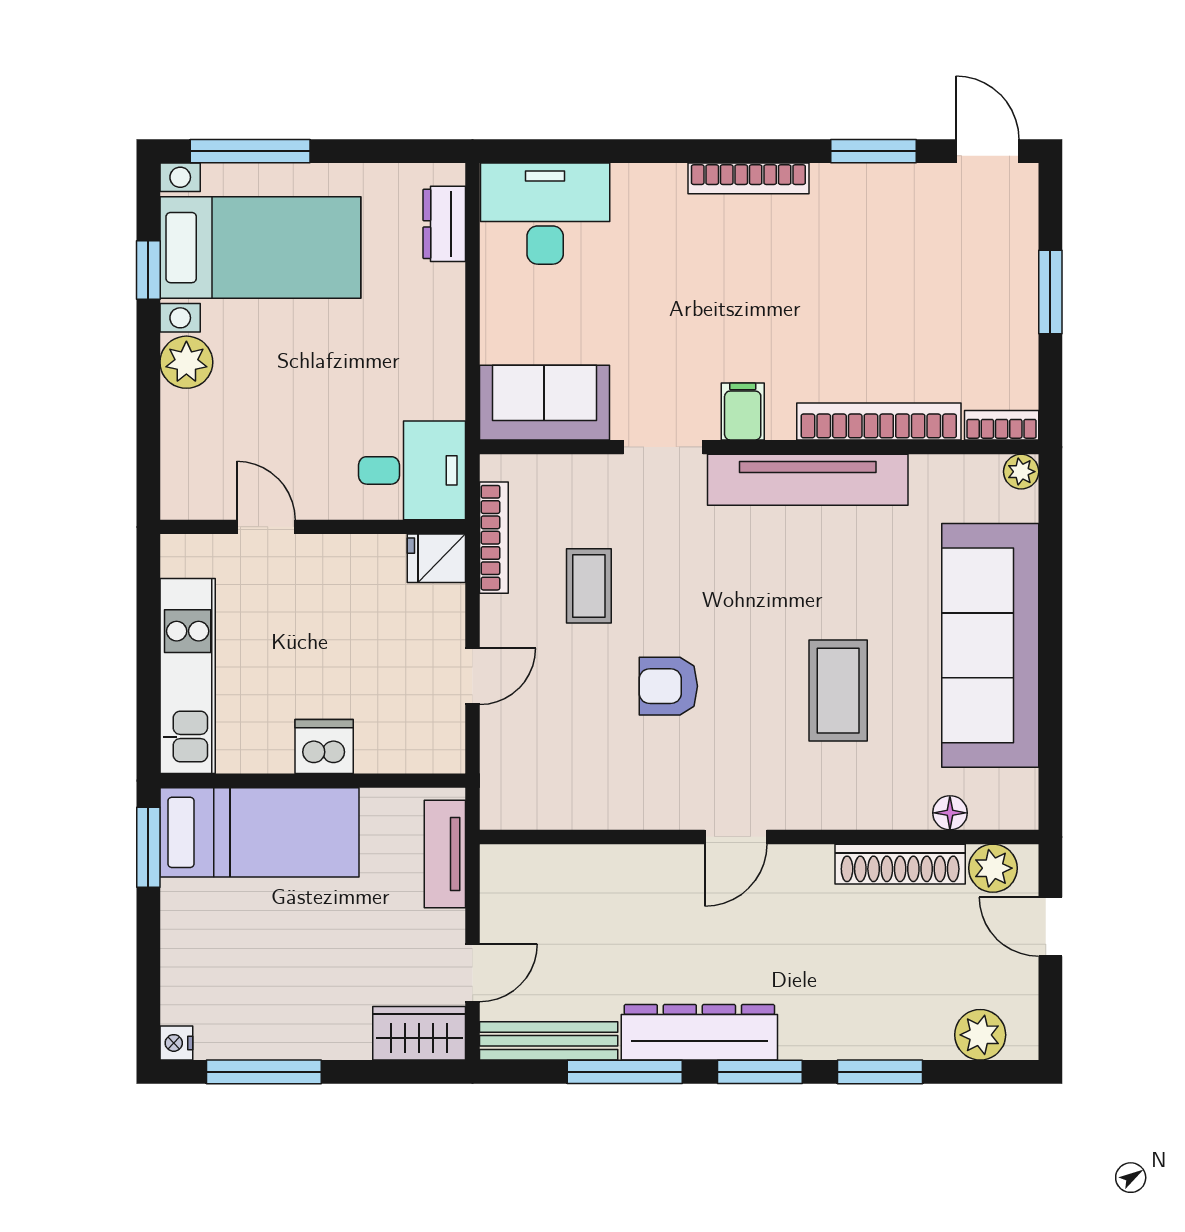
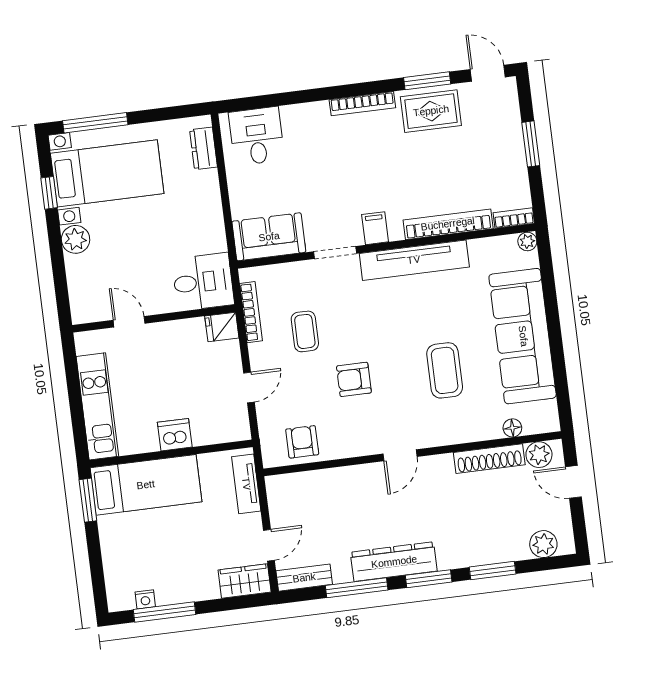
rug: (873, 208) -> (431, 111), added
desk: (545, 214) -> (257, 136), width x0.73
armchair: (558, 789) -> (302, 442), added
bench: (549, 1041) -> (304, 578), width x0.73
nightstand: (176, 1043) -> (145, 599), moved, turned -90

